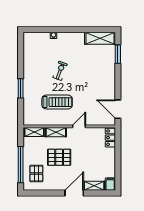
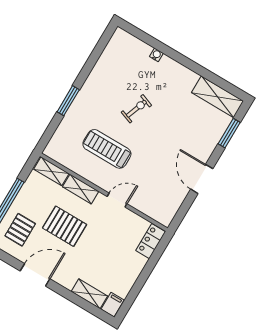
treadmill: (57, 102) -> (107, 149), turned 180
door: (118, 109) -> (202, 179), moved
door: (74, 193) -> (35, 275), moved

